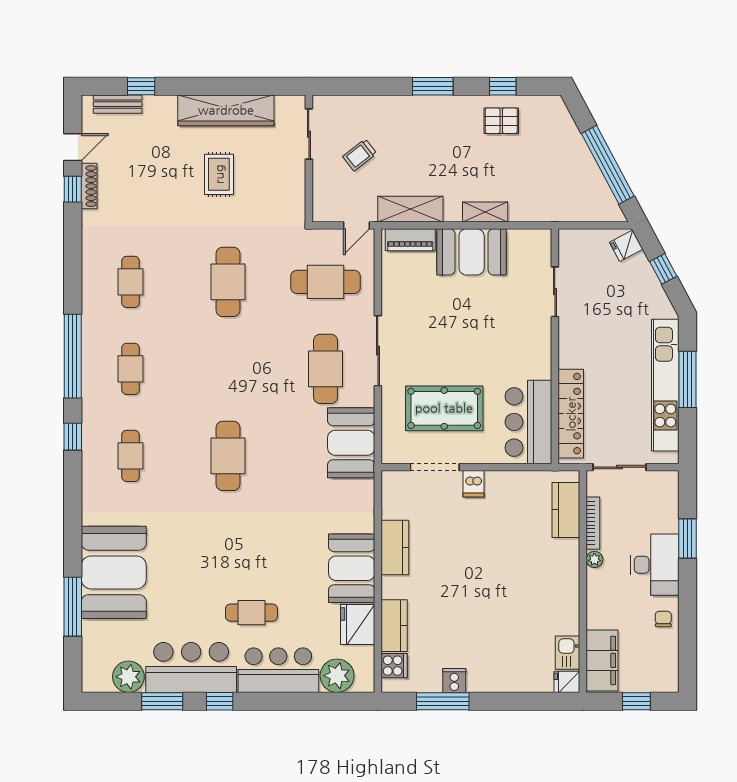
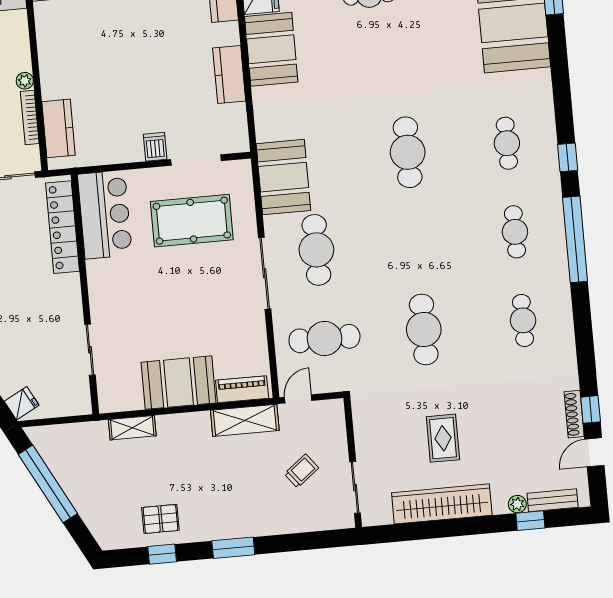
plant: (152, 104) -> (517, 504), added
shelving: (485, 212) -> (132, 428), moved

